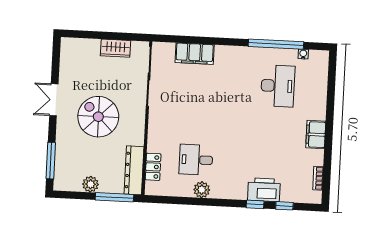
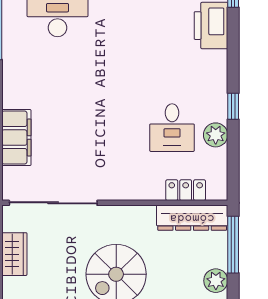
plant: (202, 190) -> (216, 135), moved
window: (255, 204) -> (233, 106), moved

